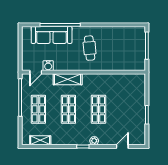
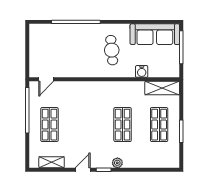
sofa: (52, 35) -> (155, 34), moved
water cooler: (48, 66) -> (142, 71), moved
shelving: (68, 79) -> (162, 88), moved
shop shelf: (68, 109) -> (159, 125), moved
door: (122, 147) -> (83, 170), moved

